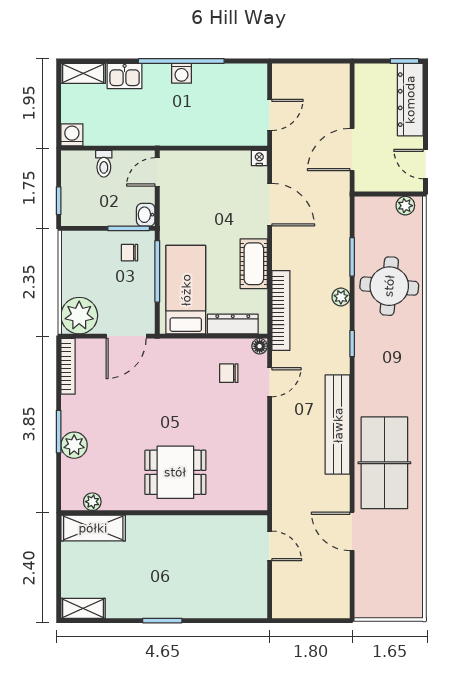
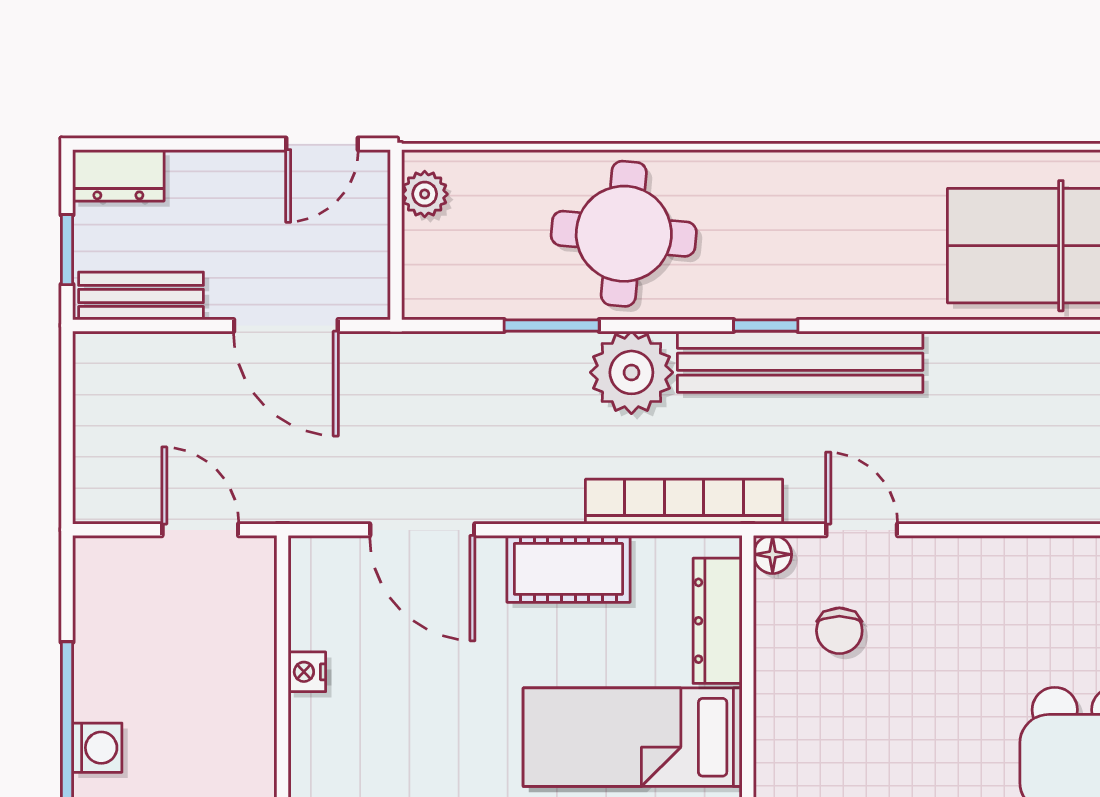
window: (404, 61) -> (67, 250), moved
bench: (364, 91) -> (141, 296), added
dresser: (410, 100) -> (118, 175), width x0.51, depth x0.80
nightstand: (259, 158) -> (307, 672), moved
door: (270, 205) -> (422, 530), swing flipped
plant: (341, 297) -> (631, 372), width x1.87, depth x1.87
bench: (338, 425) -> (800, 362), moved

